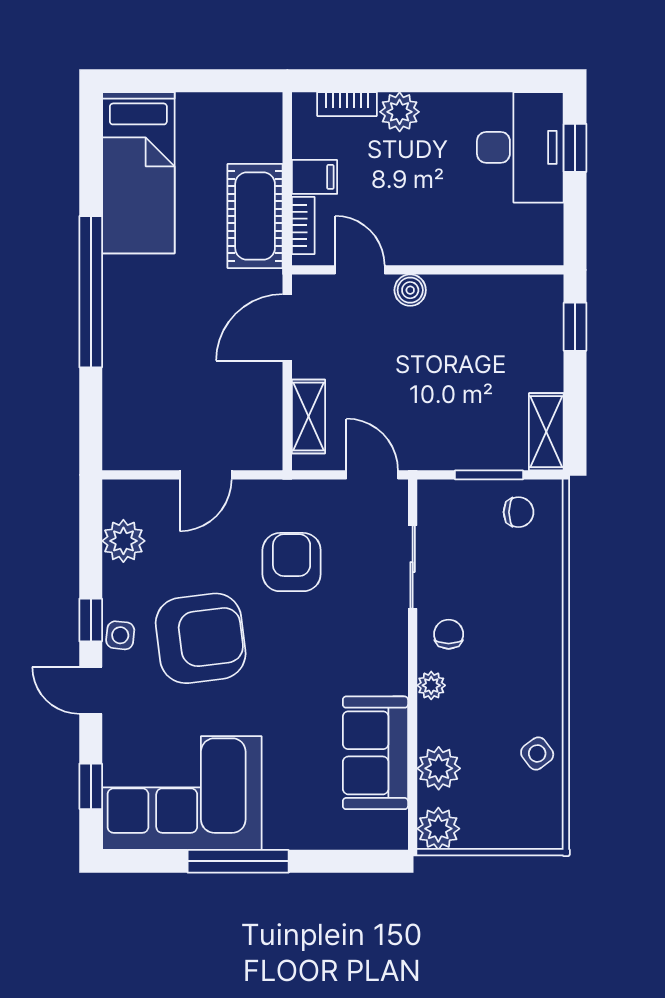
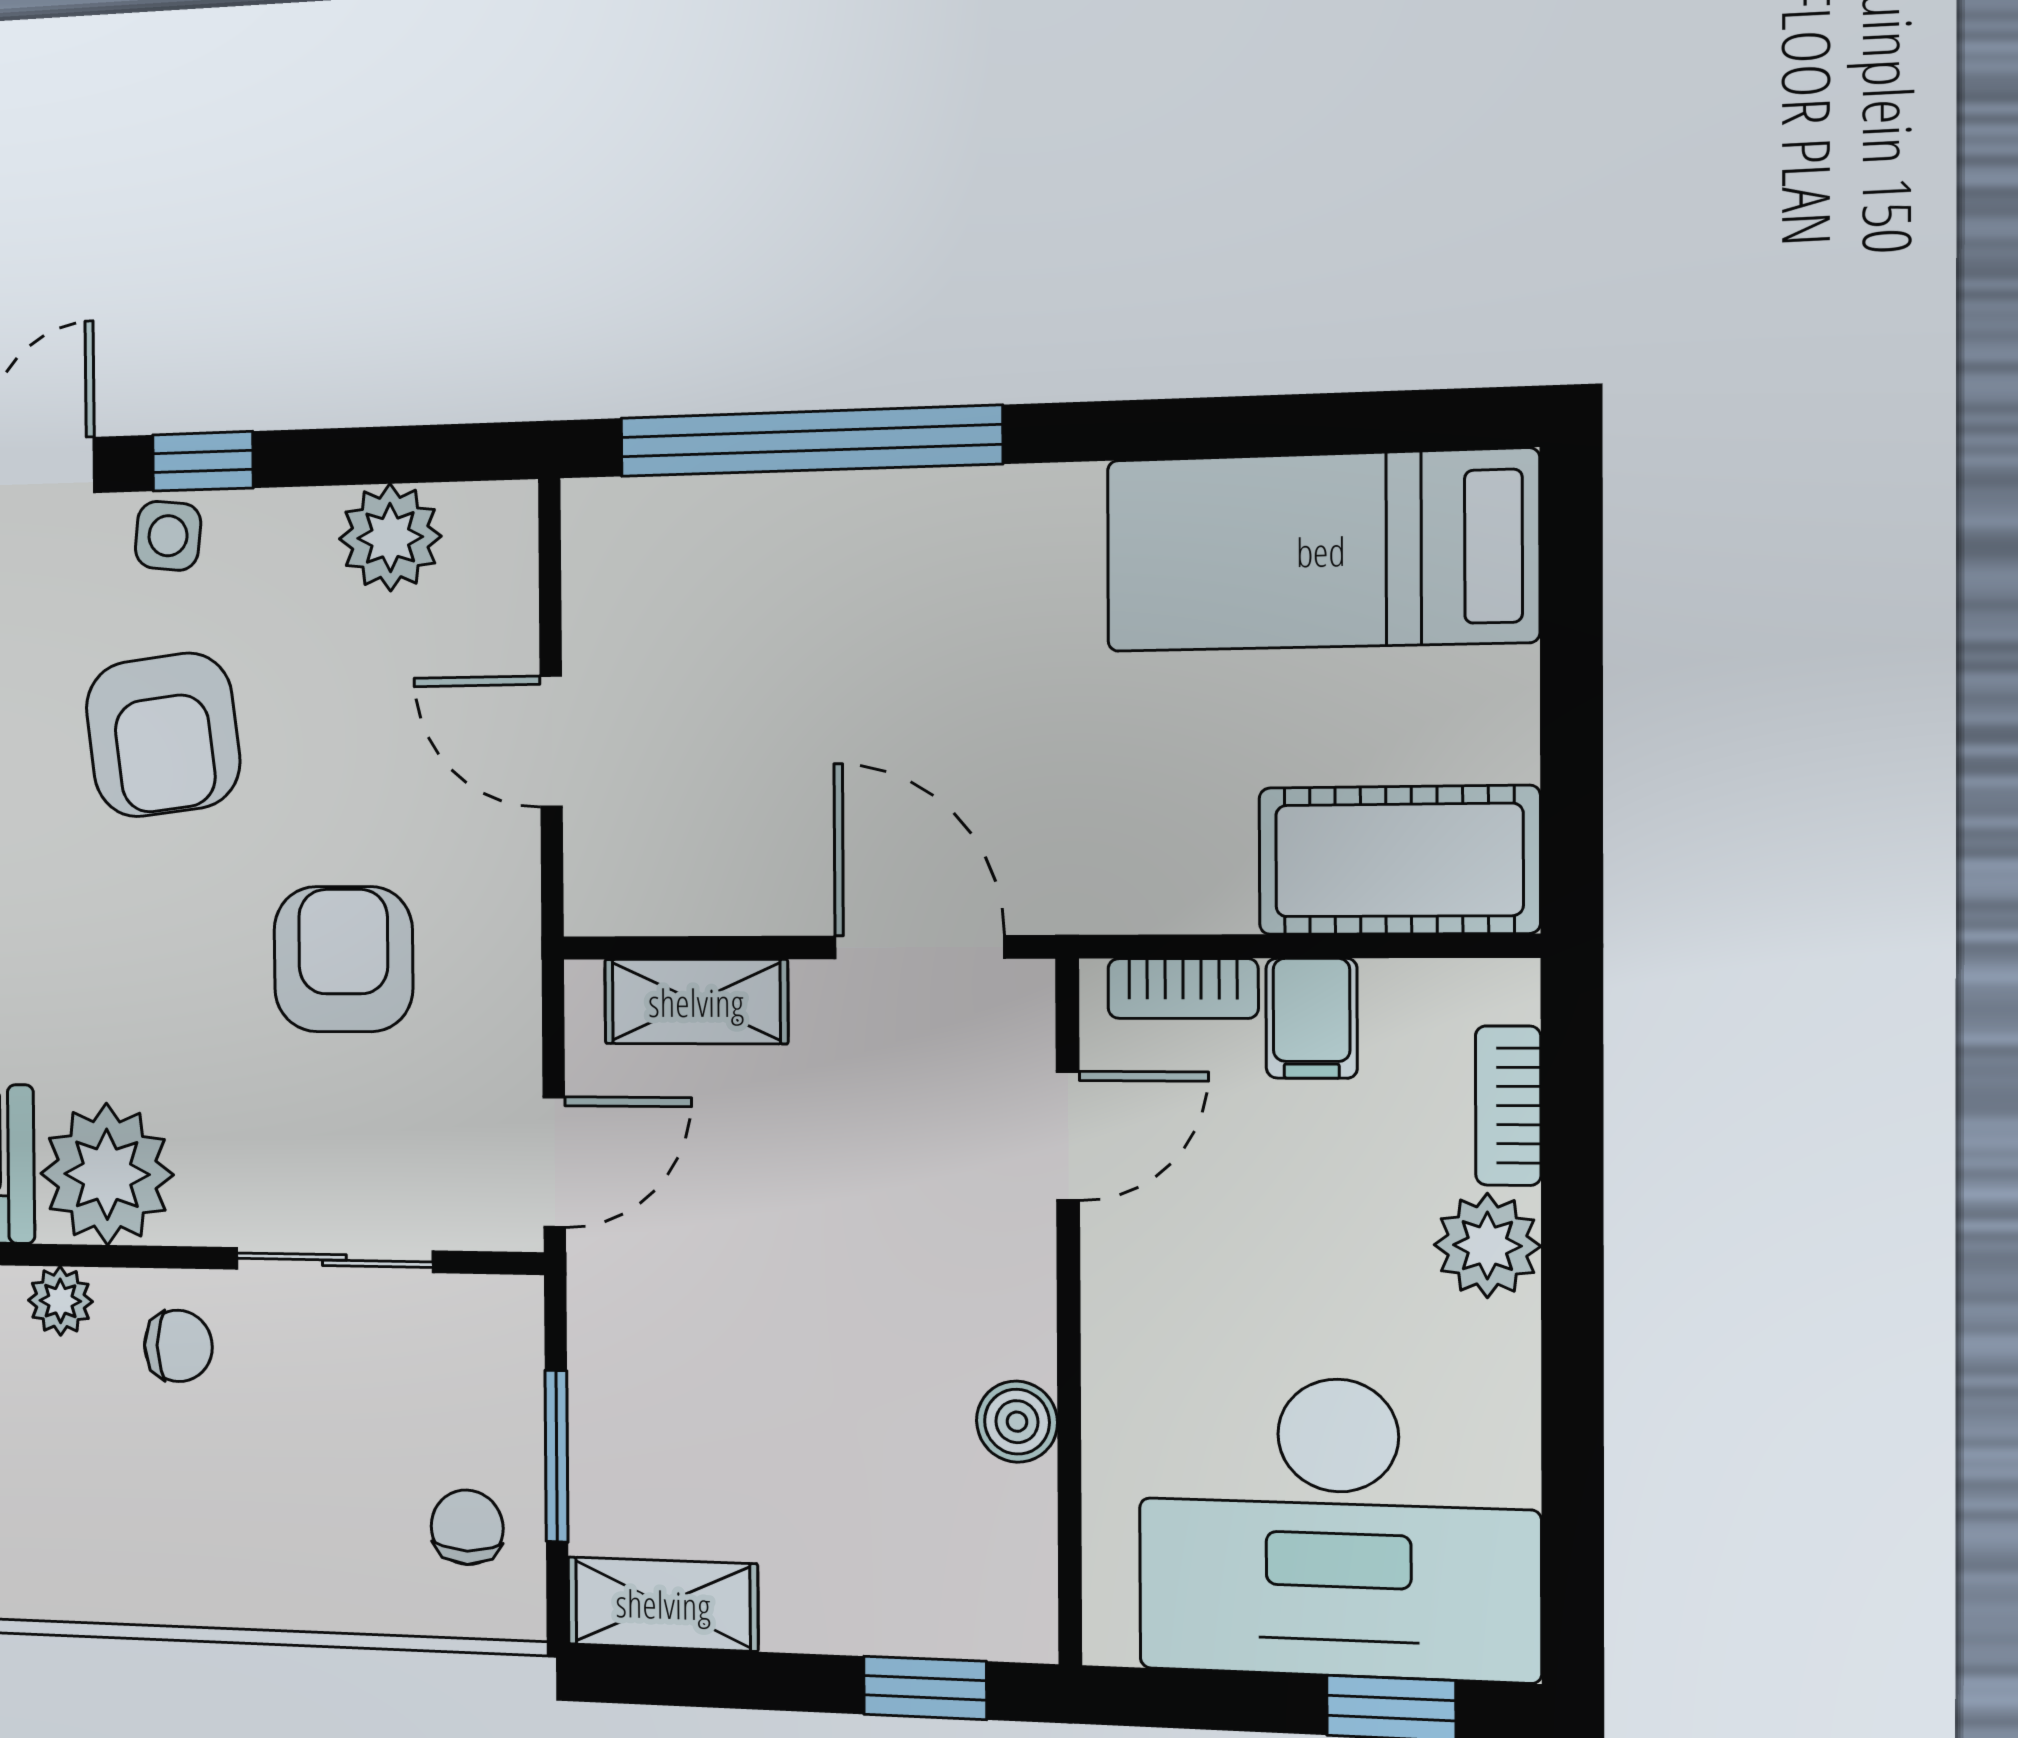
desk: (520, 147) -> (1338, 1528), width x1.36, depth x1.30
cot: (255, 216) -> (1399, 860), moved
boiler: (410, 290) -> (1017, 1422), moved
window: (91, 292) -> (810, 441), moved
chair: (519, 512) -> (467, 1527), turned 180
armchair: (292, 562) -> (343, 959), turned -90
armchair: (201, 638) -> (163, 735), width x0.73, depth x0.73
plant: (379, 664) -> (107, 1174), added

